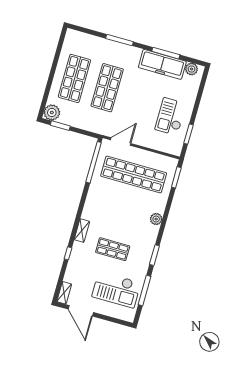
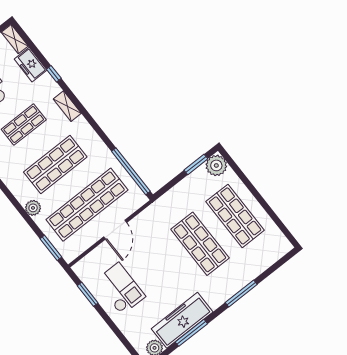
door: (121, 142) -> (115, 230), moved
shop shelf: (123, 212) -> (55, 165), added
plant: (156, 219) -> (33, 208), moved
freezer: (73, 272) -> (31, 65), added

